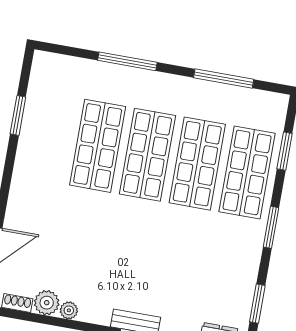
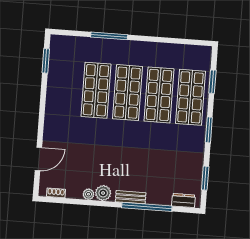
window: (224, 78) -> (170, 40), removed
window: (18, 115) -> (46, 61), moved
plant: (47, 303) -> (103, 193), moved

